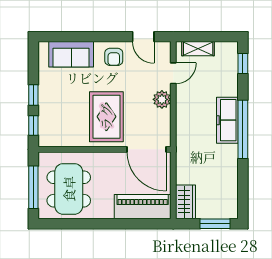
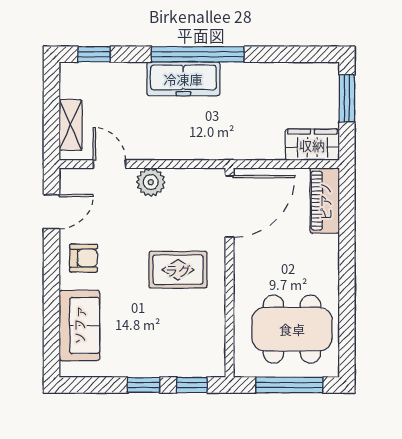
rug: (106, 117) -> (178, 270), width x0.73, depth x0.70
piano: (143, 207) -> (325, 201), width x0.73, depth x0.75

